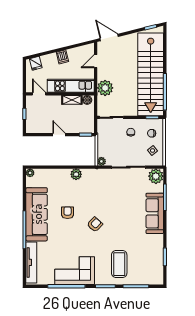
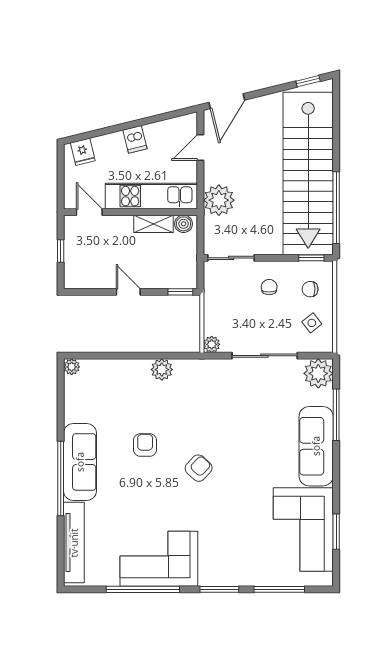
door: (109, 37) -> (227, 101), swing flipped
sofa: (37, 214) -> (80, 462), width x0.74, depth x0.79
corner sofa: (148, 256) -> (303, 530), added
coffee table: (119, 264) -> (246, 546), removed

